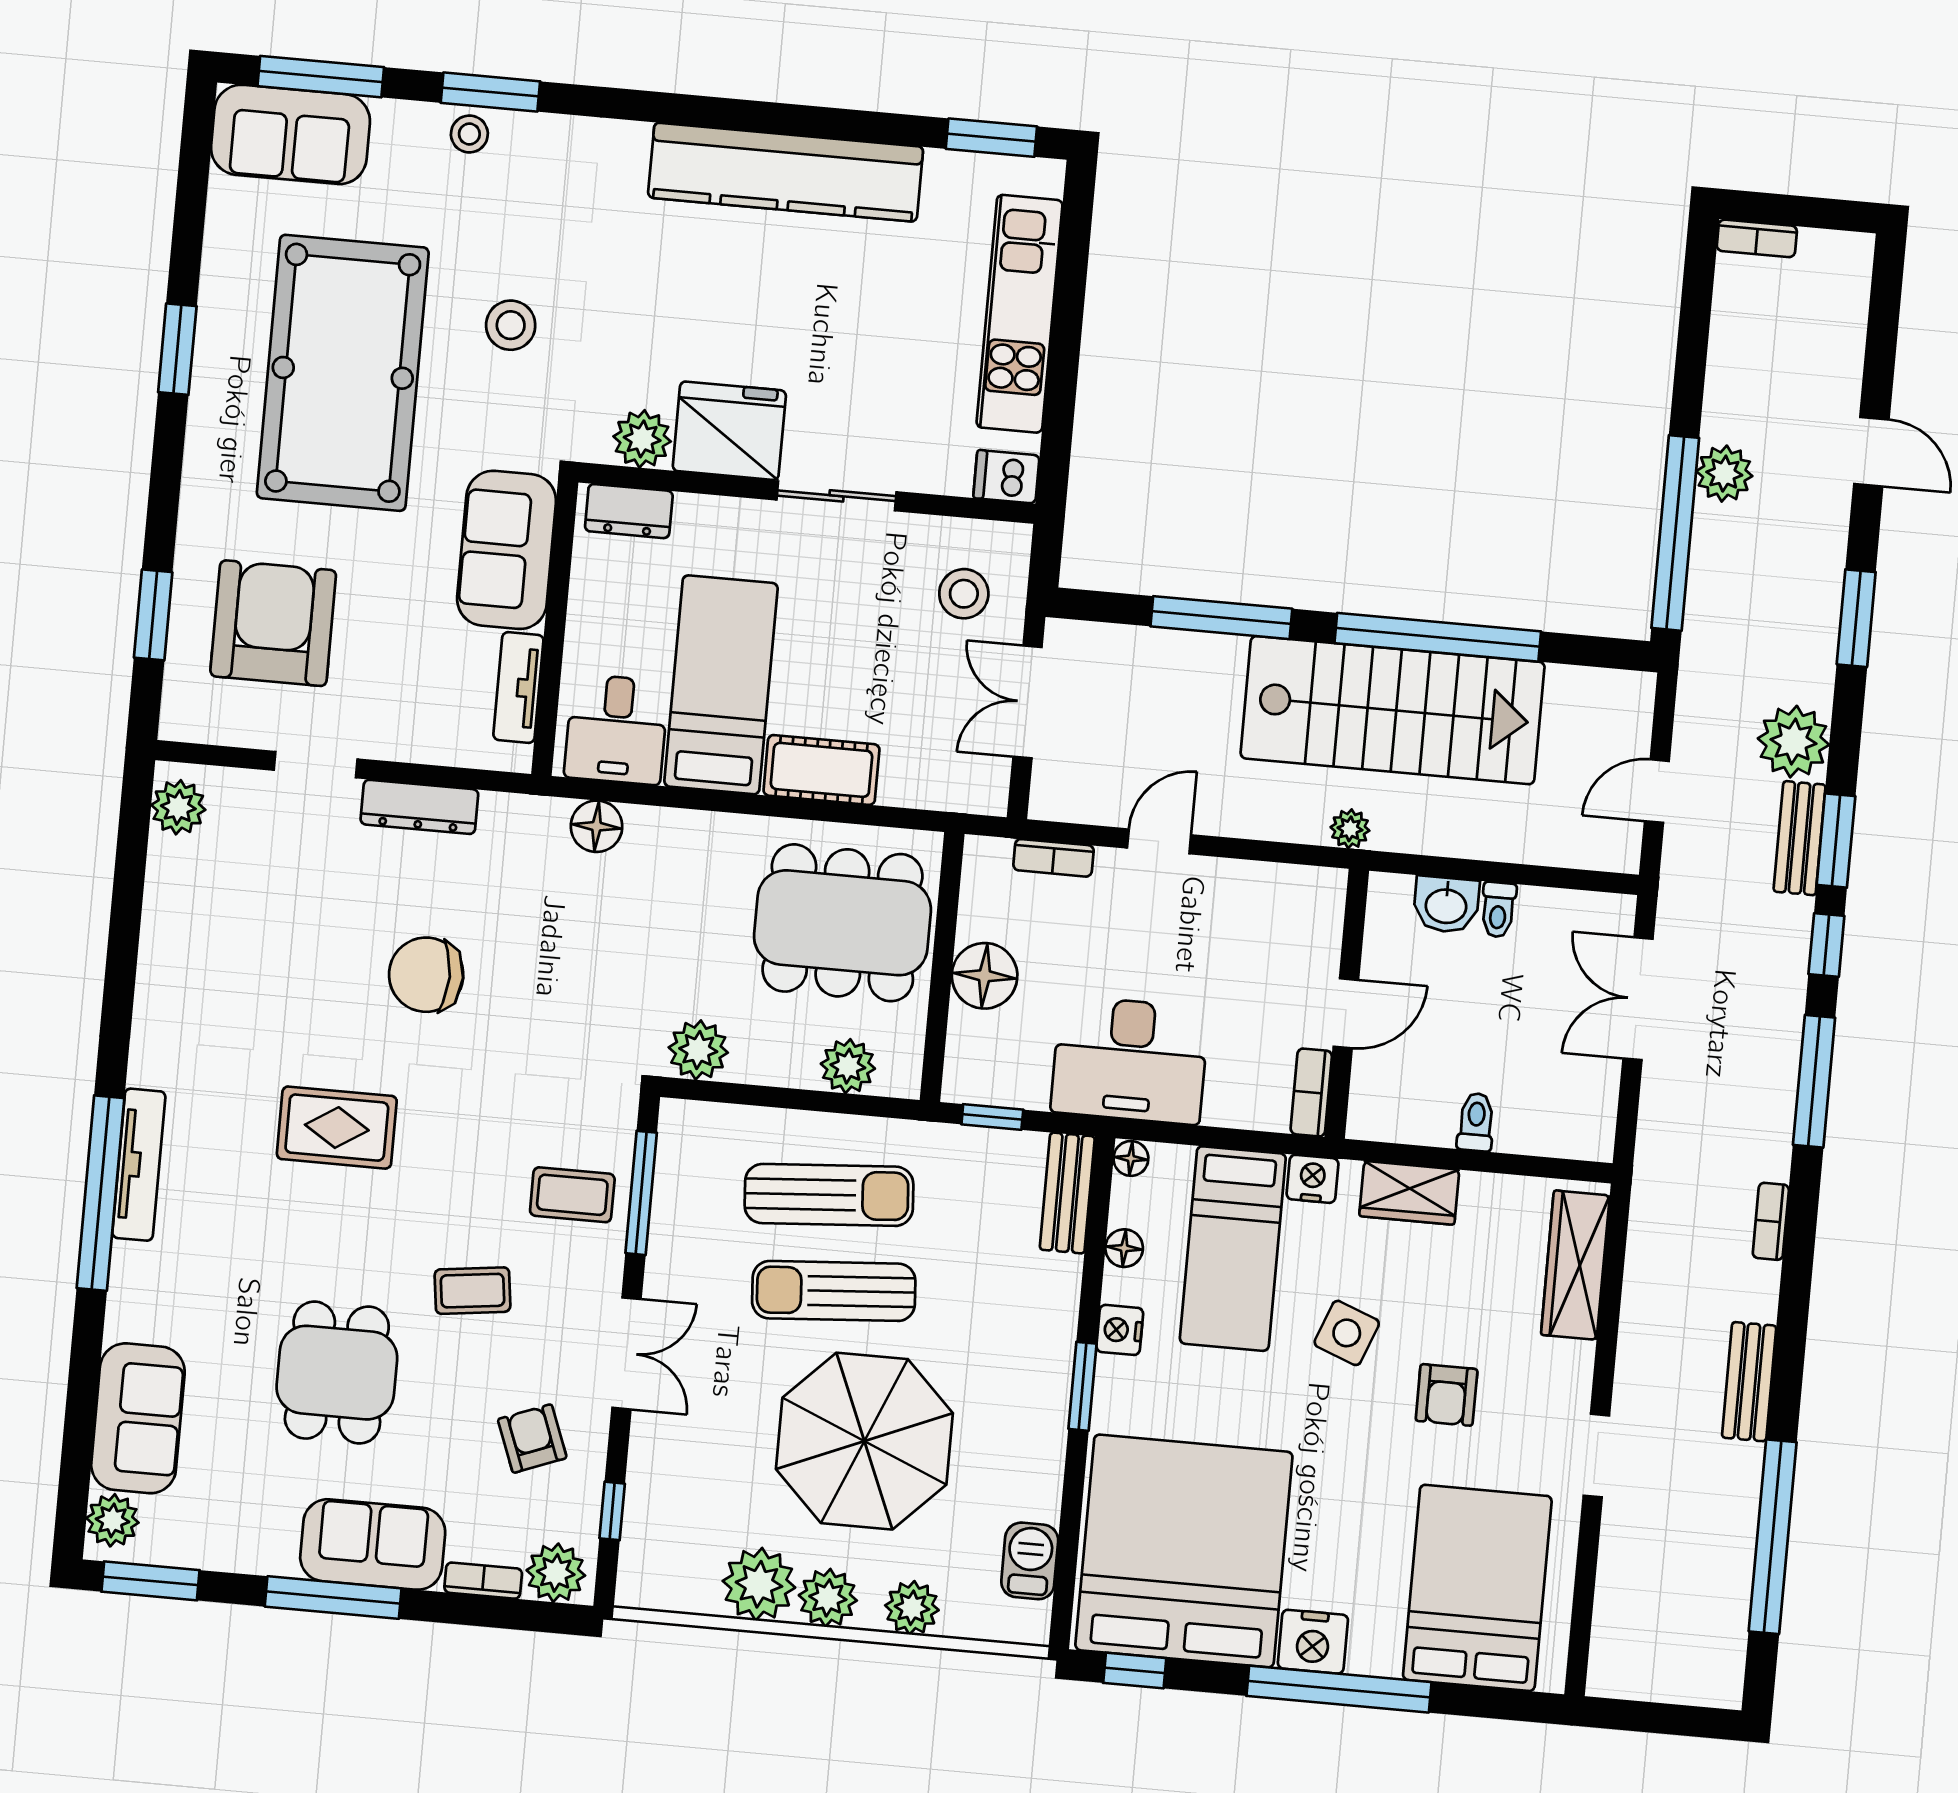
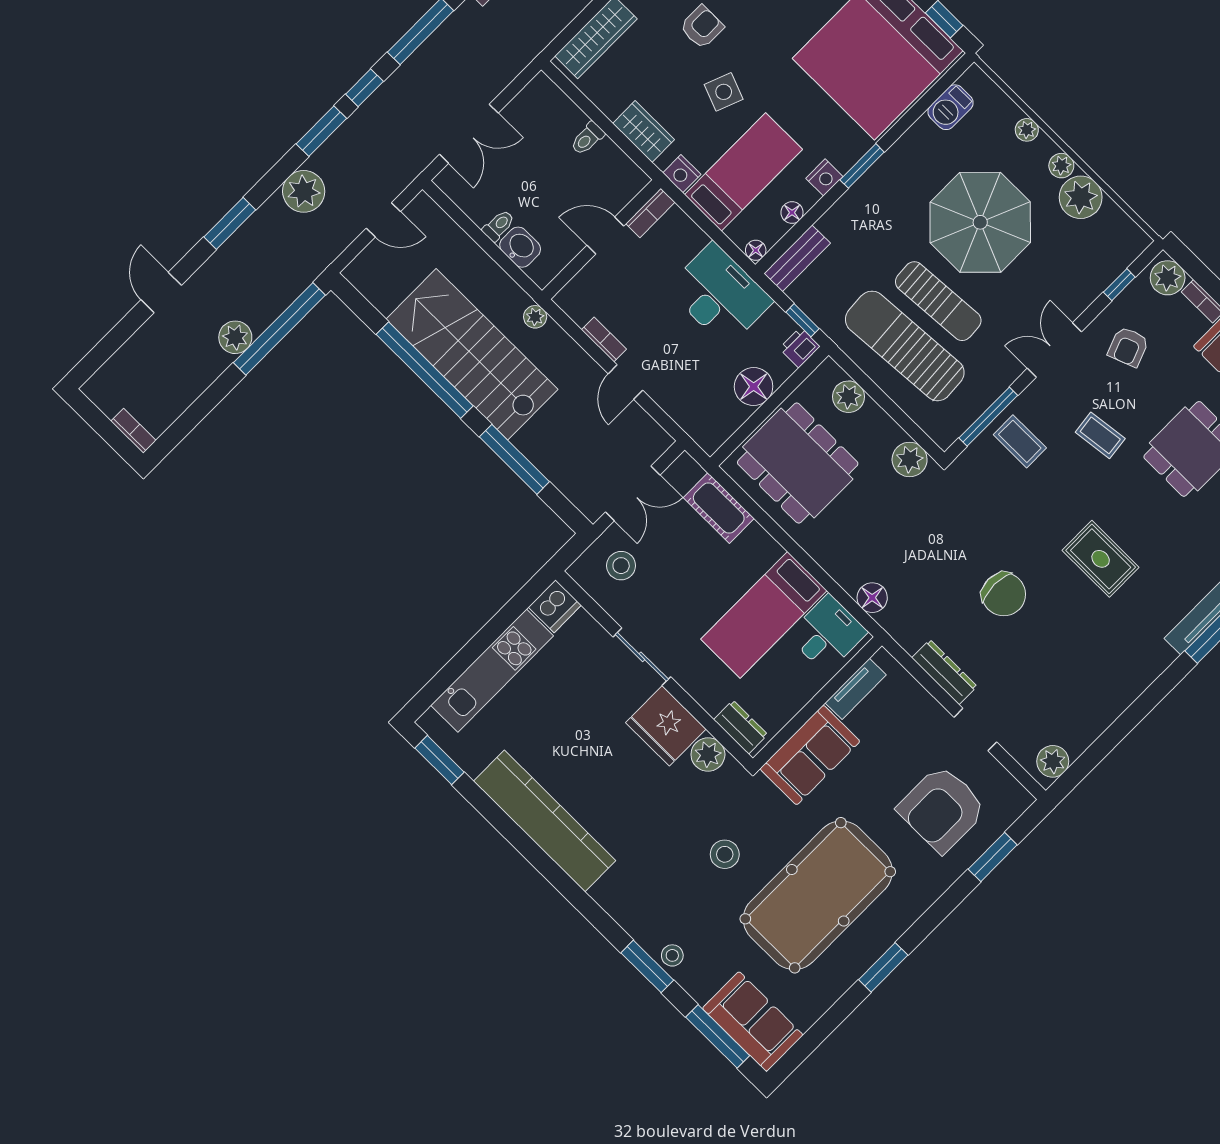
dishwasher: (1006, 477) -> (555, 606), width x1.38
cot: (821, 770) -> (719, 508), moved
bench: (1800, 838) -> (337, 146), removed
door: (1159, 841) -> (625, 382), hinge flipped
bookcase: (1054, 858) -> (604, 339), moved
printer: (966, 1078) -> (800, 347), added
sun lounger: (829, 1195) -> (905, 346), width x1.36, depth x1.34
plant: (828, 1598) -> (1061, 166), width x0.73, depth x0.73
plant: (912, 1608) -> (1027, 130), width x0.73, depth x0.73

